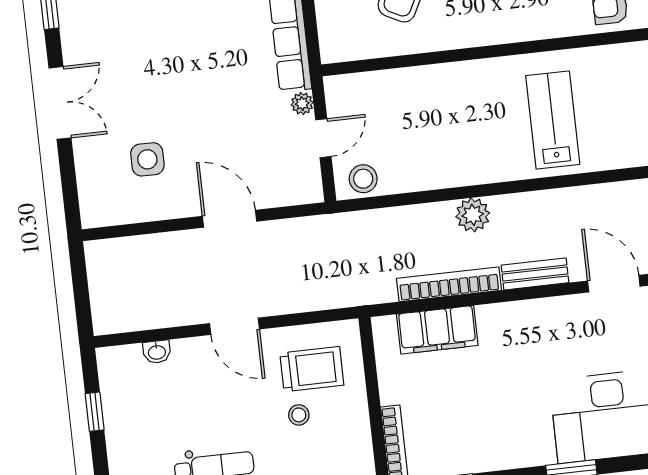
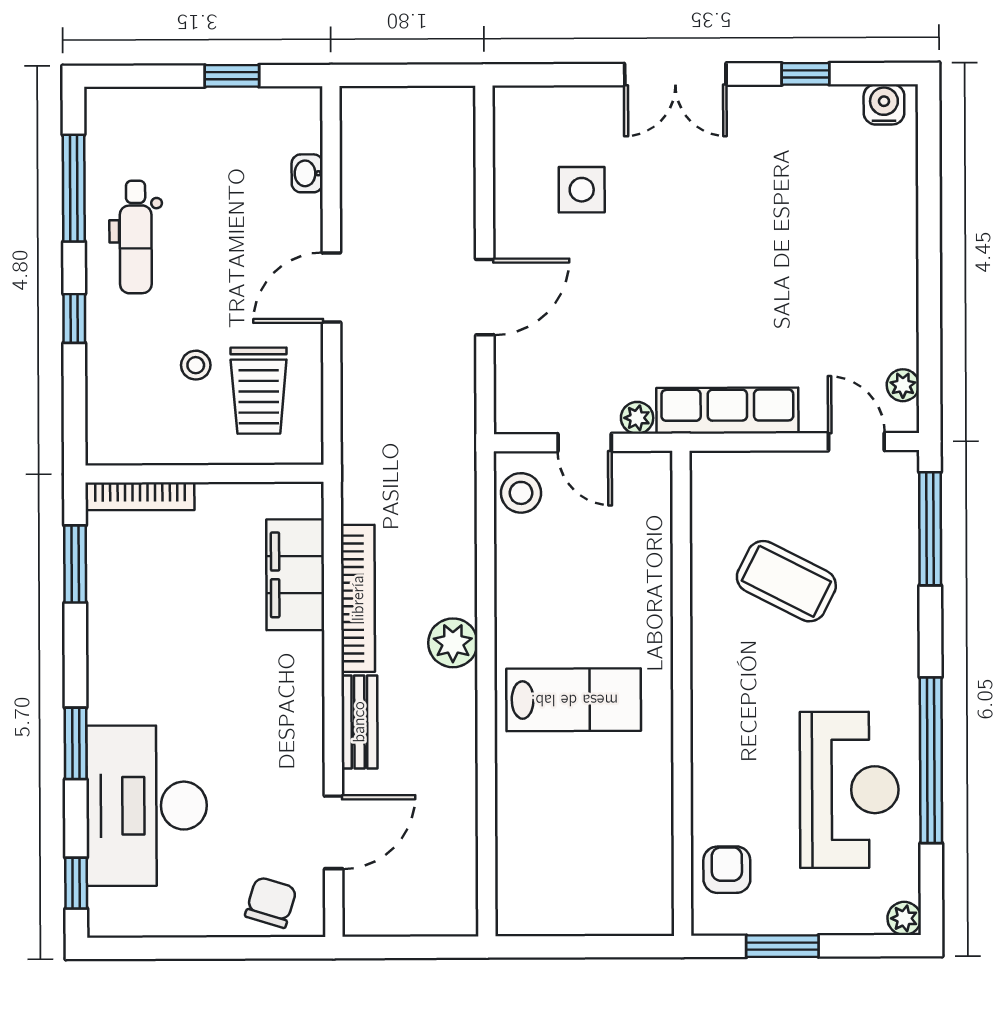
lab bench: (553, 120) -> (574, 700), moved

